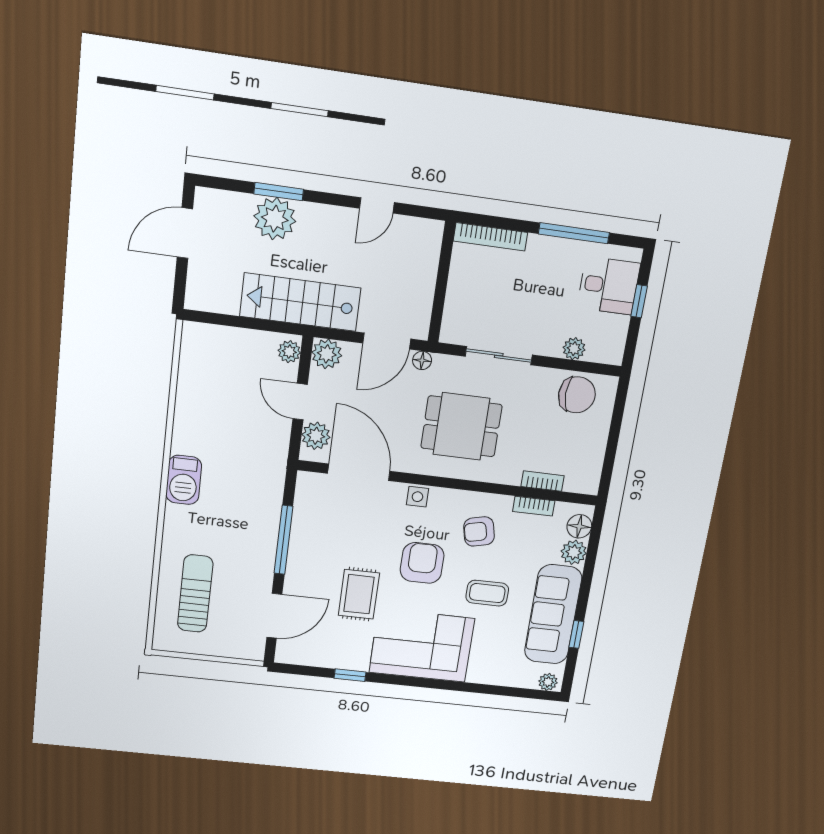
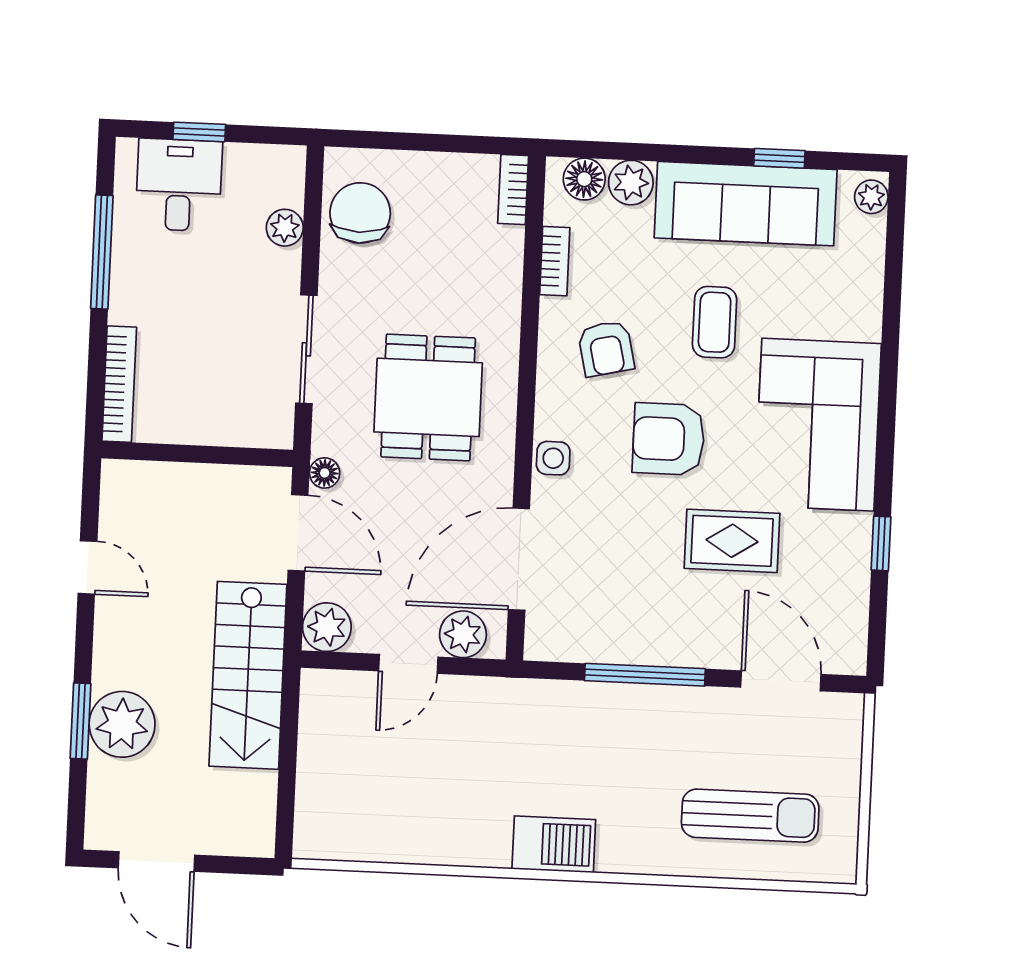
plant: (289, 352) -> (328, 687), removed
bookcase: (543, 481) -> (513, 190), moved
sun lounger: (195, 594) -> (750, 816), turned 180

